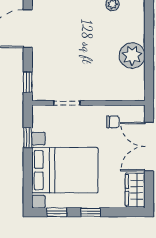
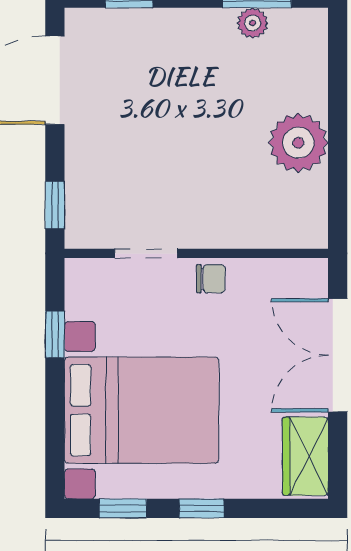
chair: (113, 122) -> (211, 279), moved

